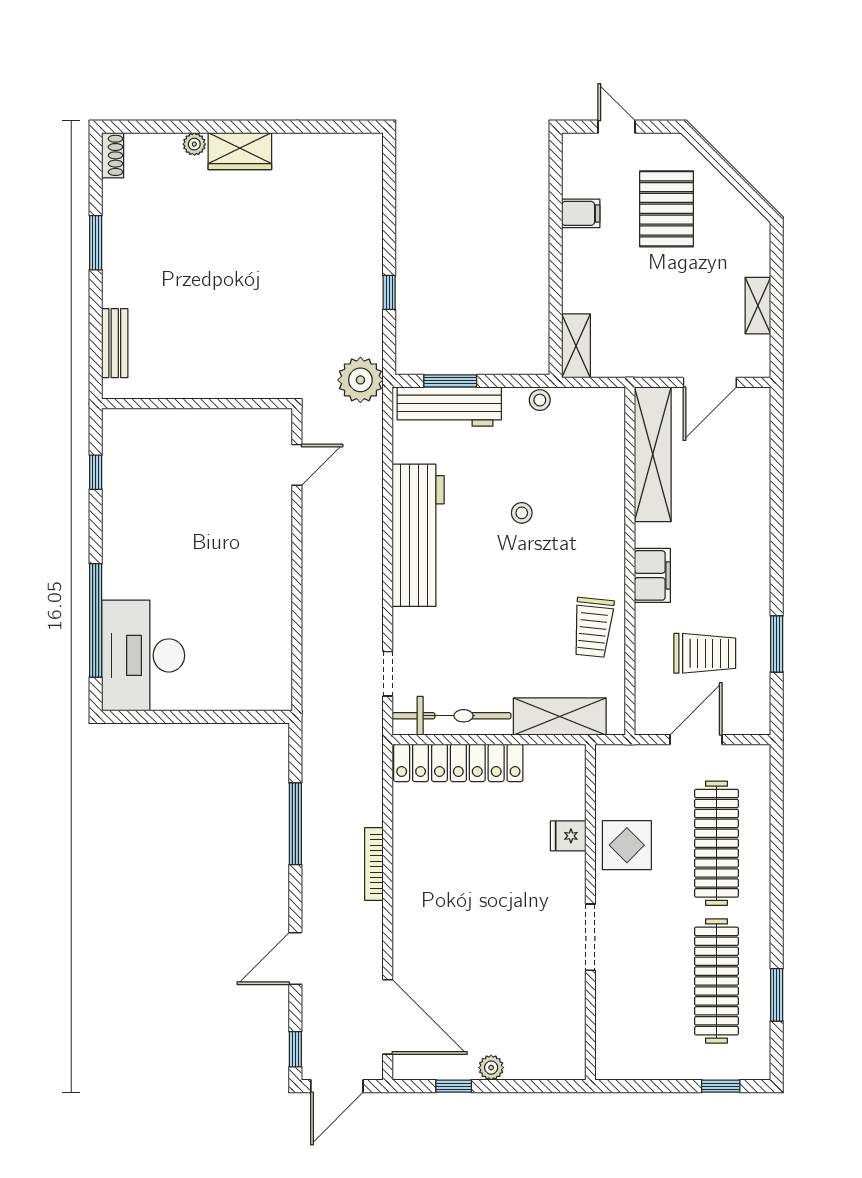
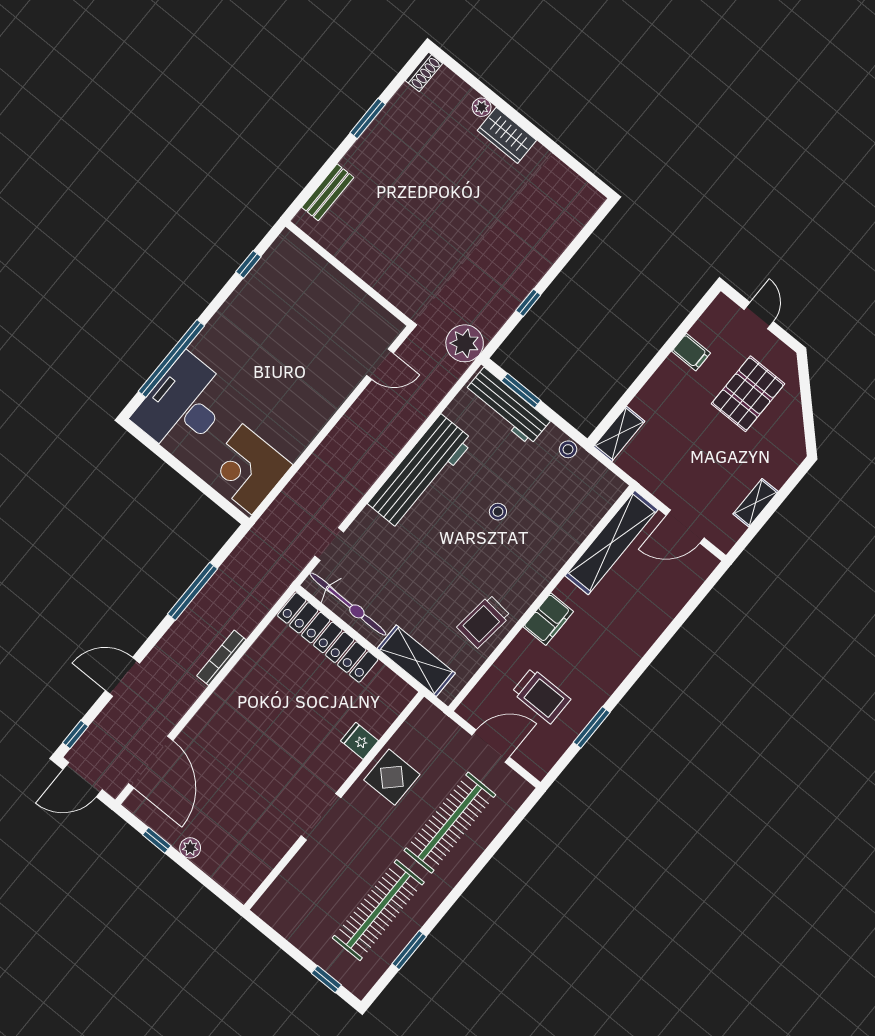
corner desk: (253, 666) -> (247, 469), added

